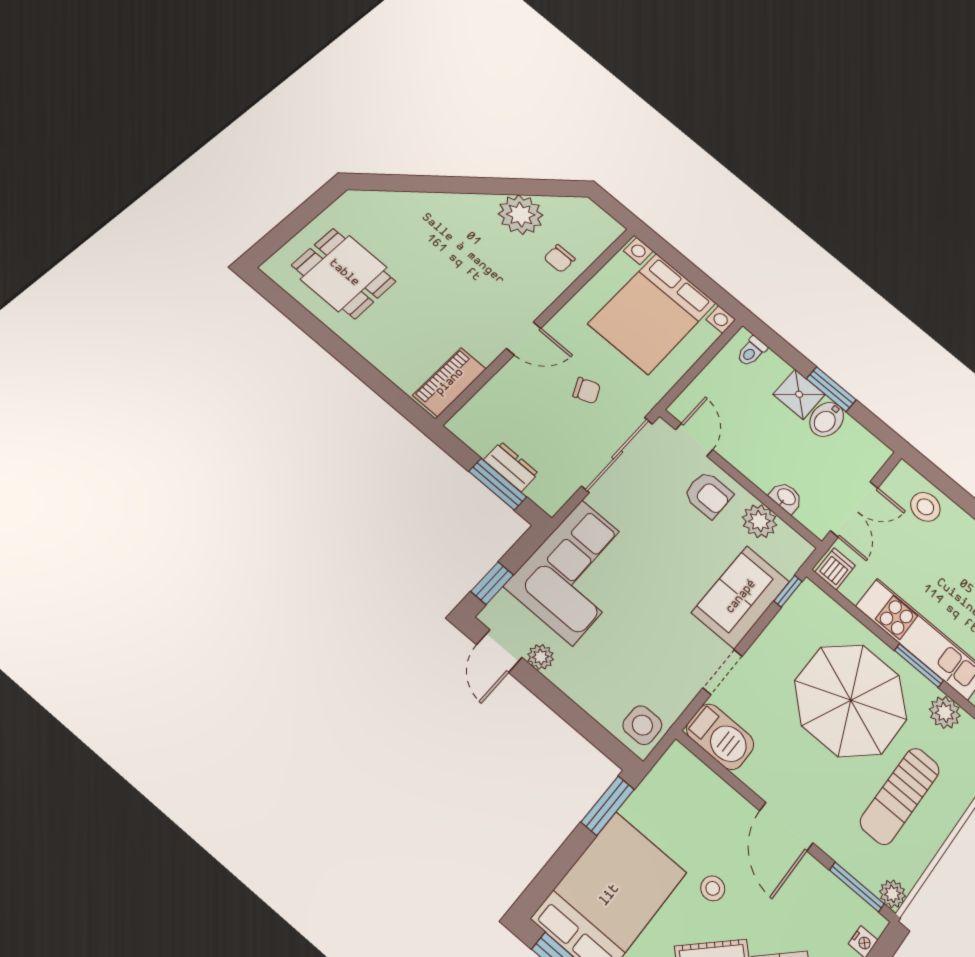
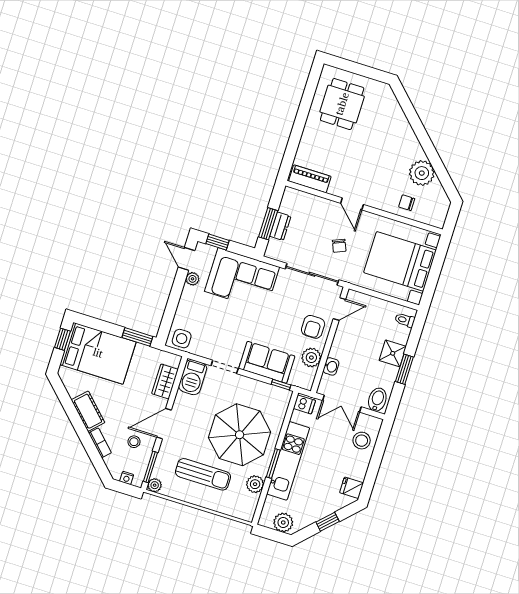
bidet: (827, 419) -> (377, 400), moved, turned 90
door: (499, 651) -> (186, 259), hinge flipped
wardrobe: (710, 791) -> (165, 381), added
sun lounger: (900, 796) -> (203, 474), turned 180
stool: (713, 888) -> (134, 442), moved

